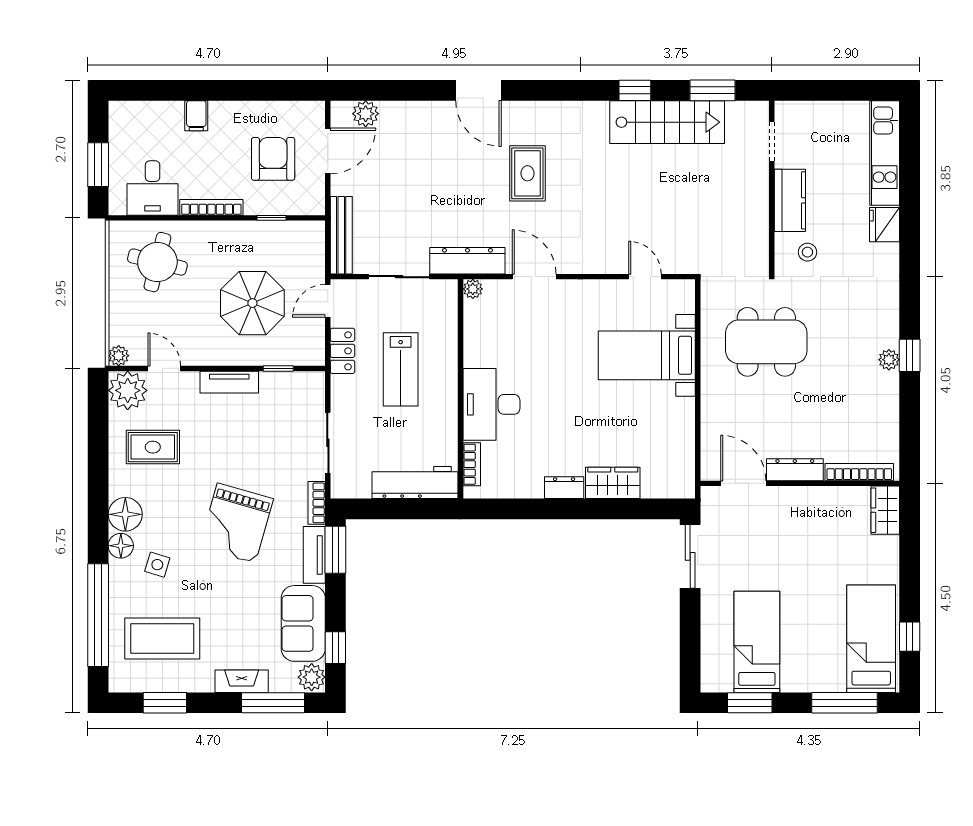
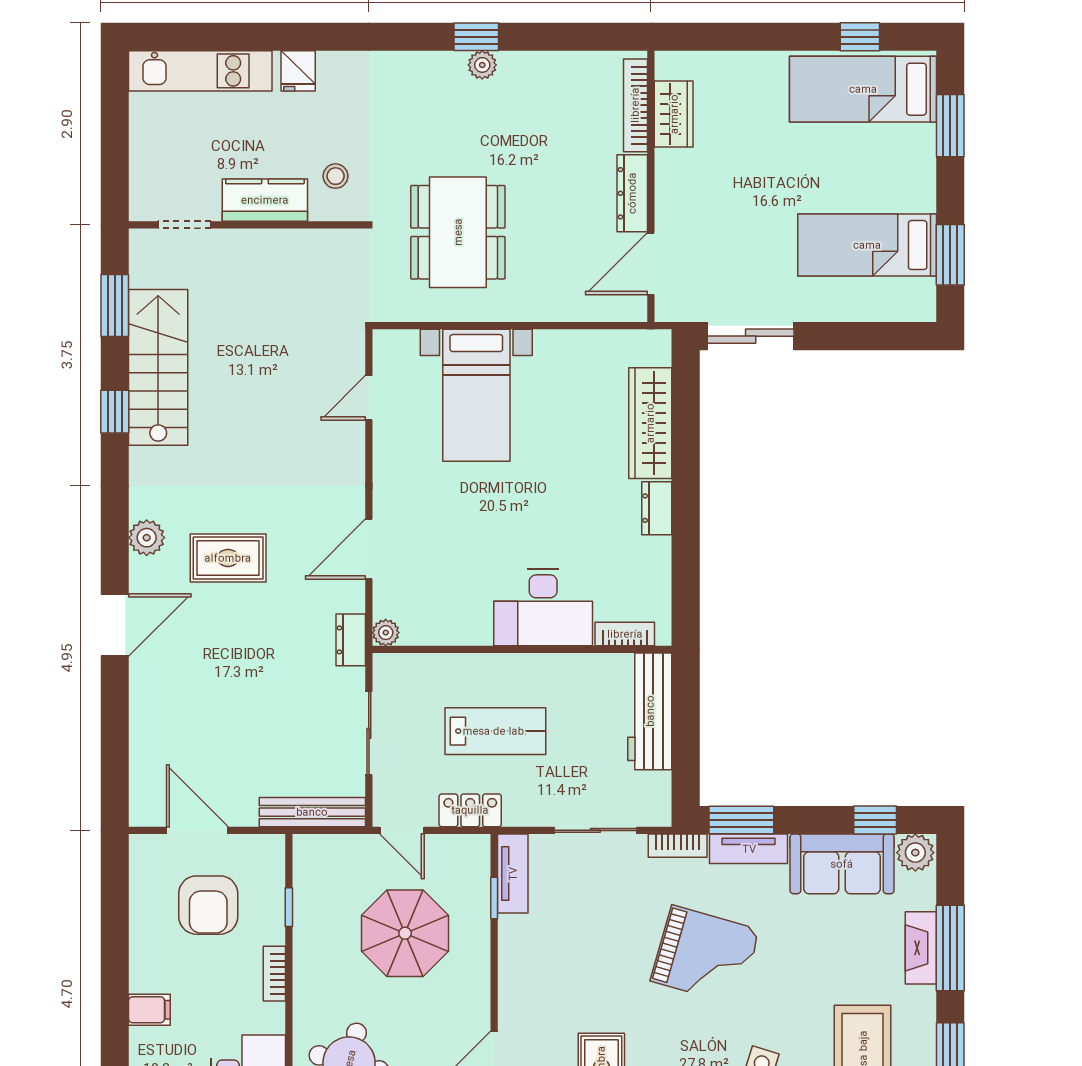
plant: (366, 114) -> (147, 538), moved
armchair: (273, 159) -> (208, 905), turned -90
bookcase: (211, 207) -> (274, 974), width x0.64
fridge: (885, 225) -> (298, 71), width x0.72
dresser: (467, 261) -> (351, 640), width x0.51, depth x0.80
tv unit: (229, 382) -> (513, 874), moved
wardrobe: (613, 483) -> (650, 423), width x1.50
wardrobe: (885, 510) -> (674, 114), moved, turned -90
window: (273, 703) -> (950, 948), moved
window: (844, 703) -> (950, 126), width x0.69

